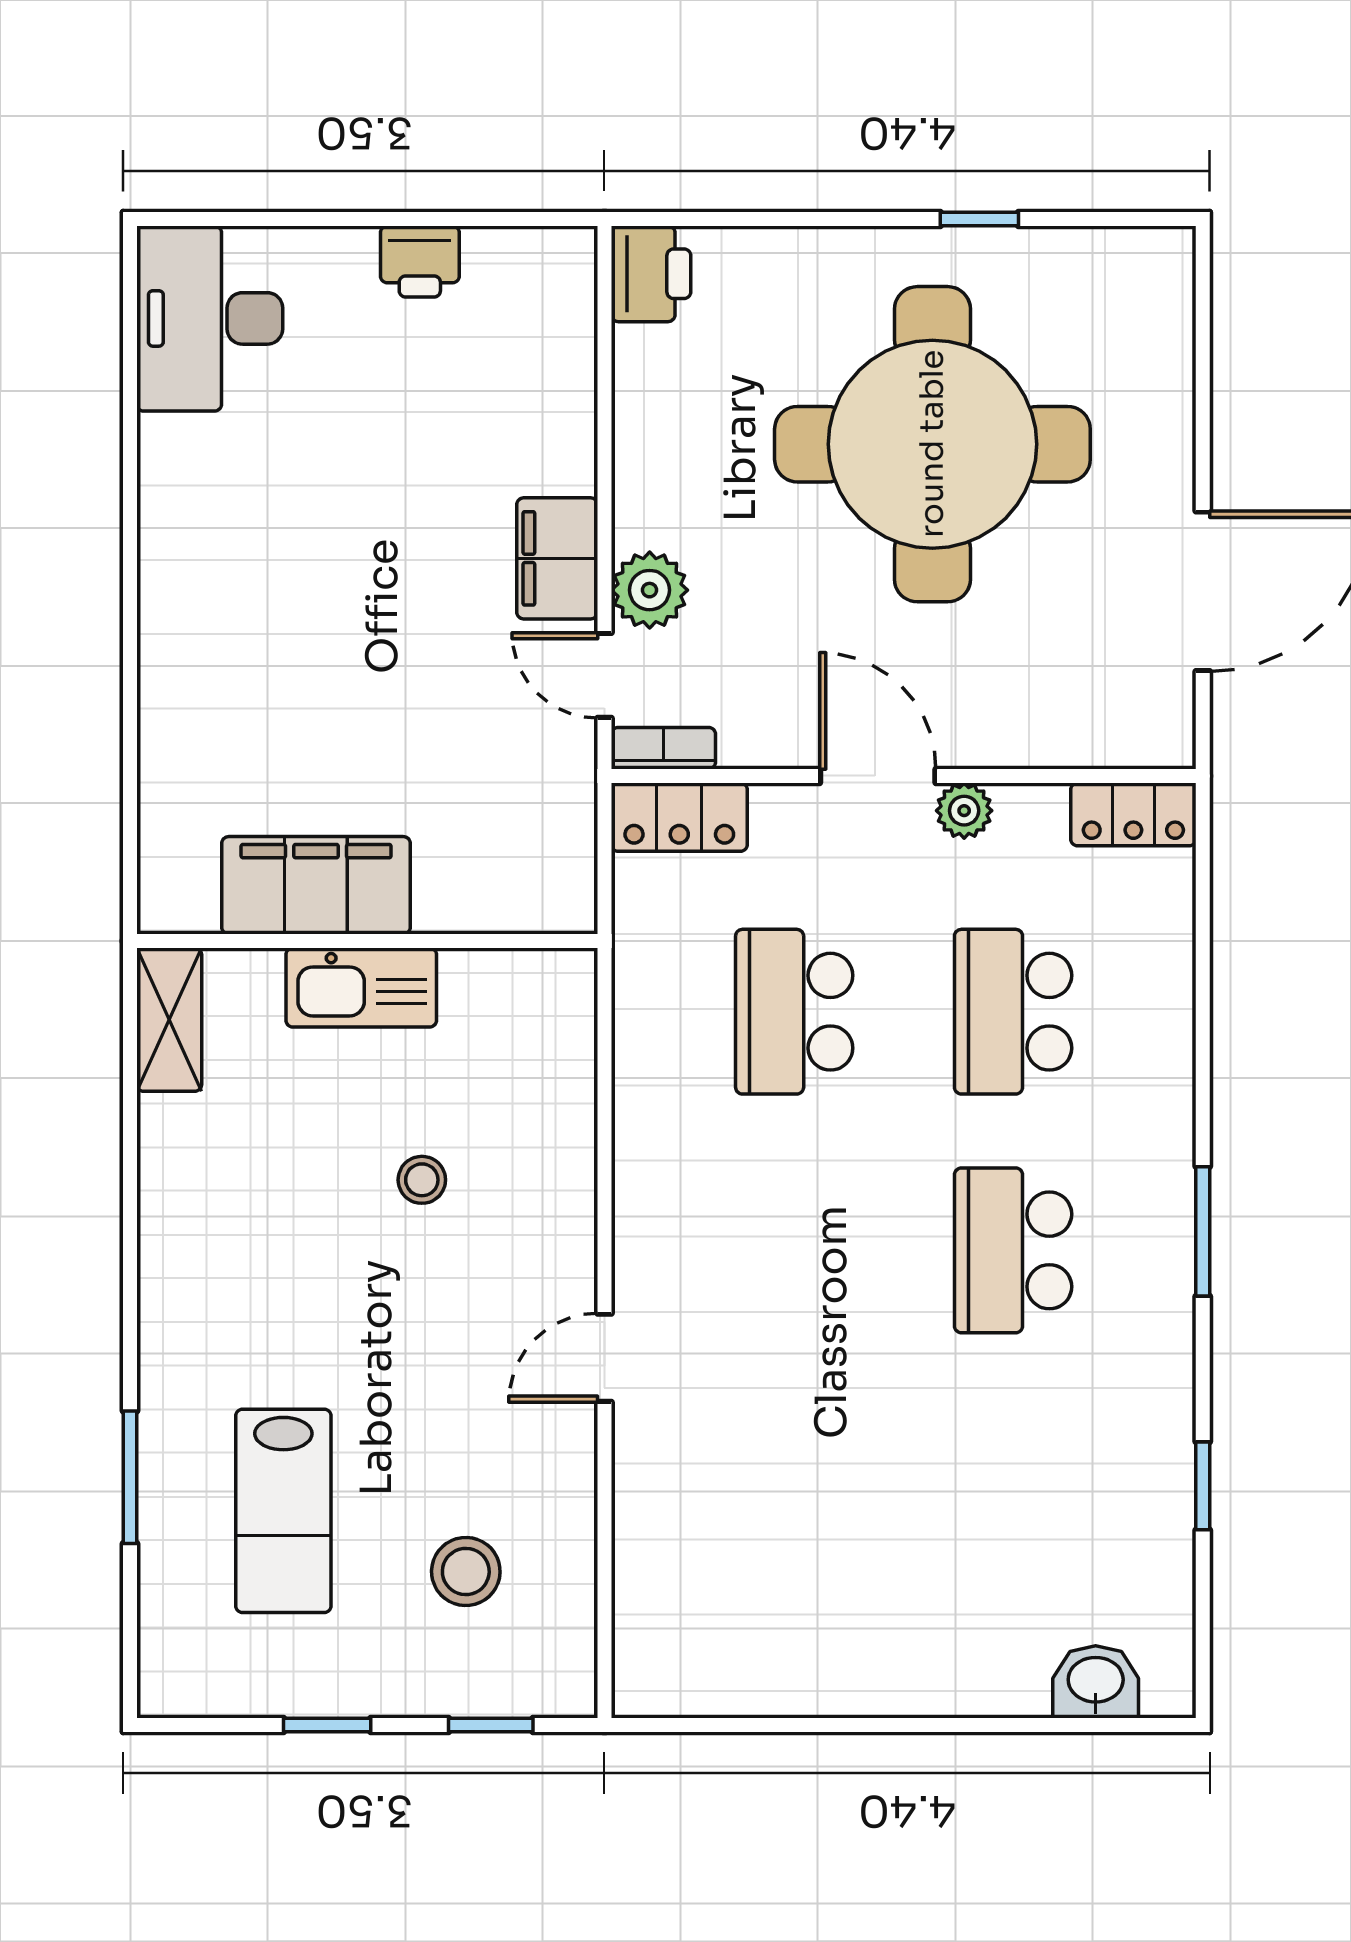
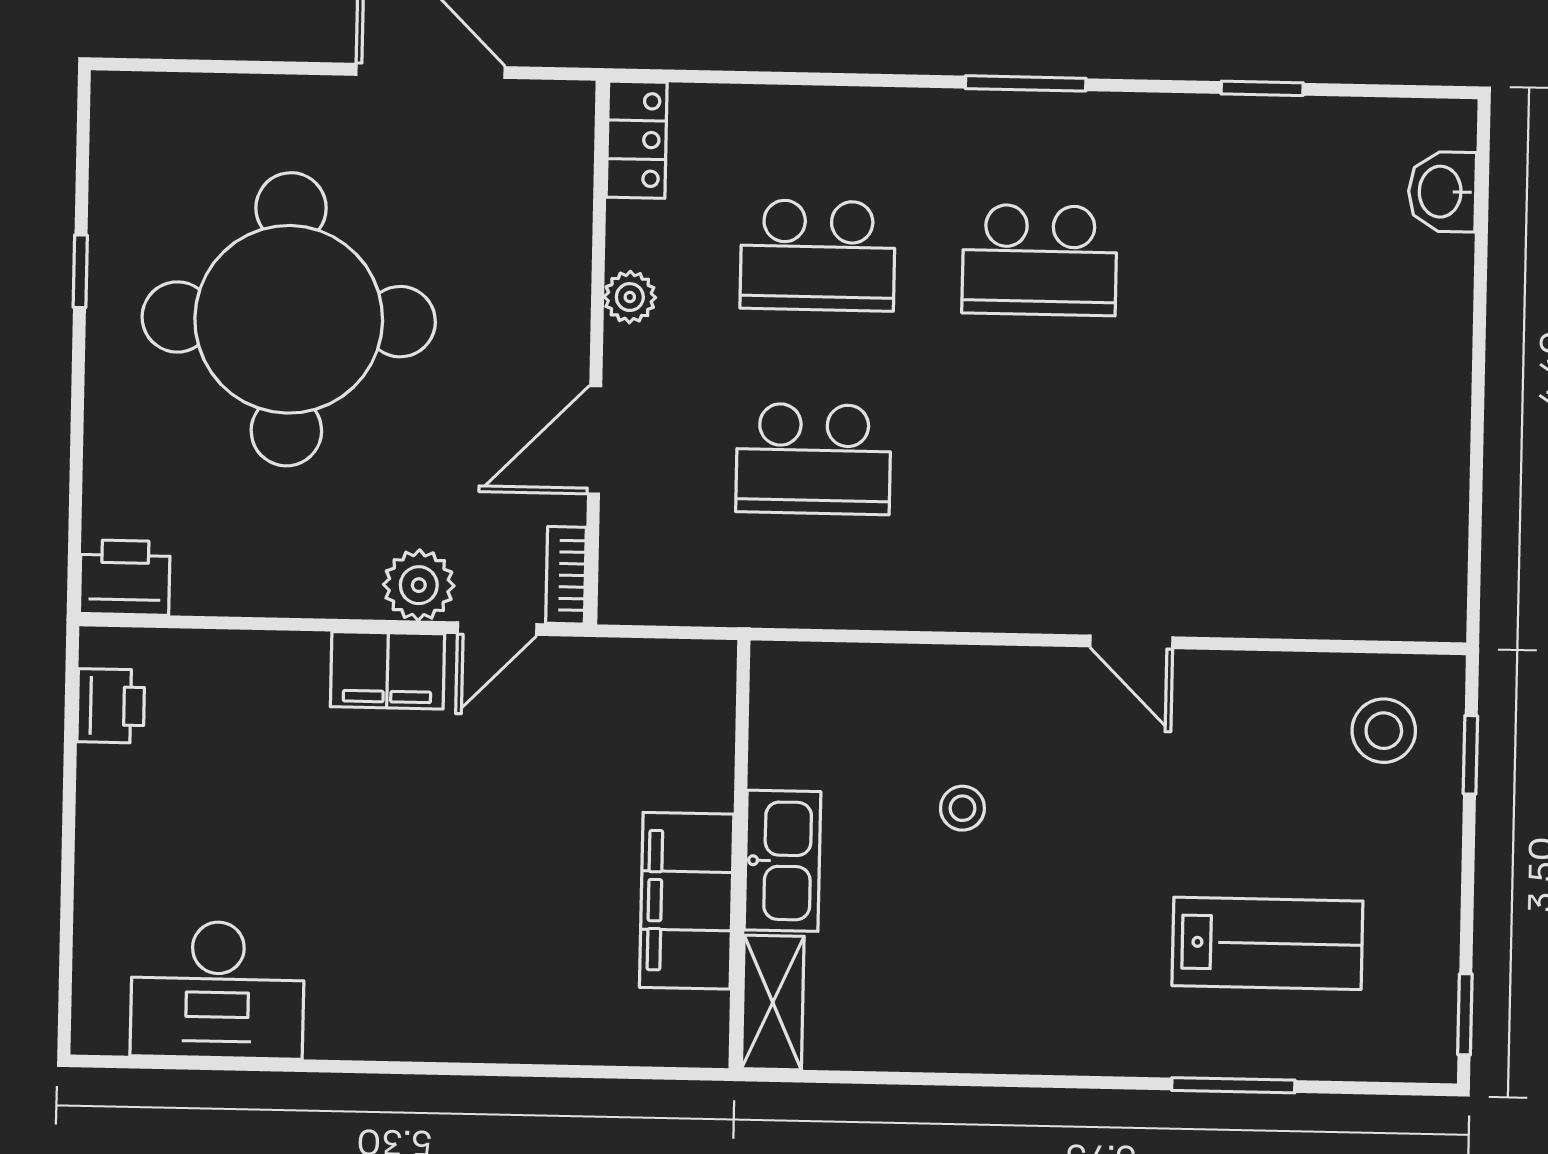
printer: (420, 262) -> (111, 706), moved
desk: (210, 318) -> (217, 990), moved
door: (878, 776) -> (595, 440), moved
locker: (679, 817) -> (630, 562), removed
shelving: (169, 1020) -> (773, 1002), moved, turned 90
stool: (466, 1572) -> (1384, 731), moved
window: (327, 1725) -> (1465, 1014), moved

